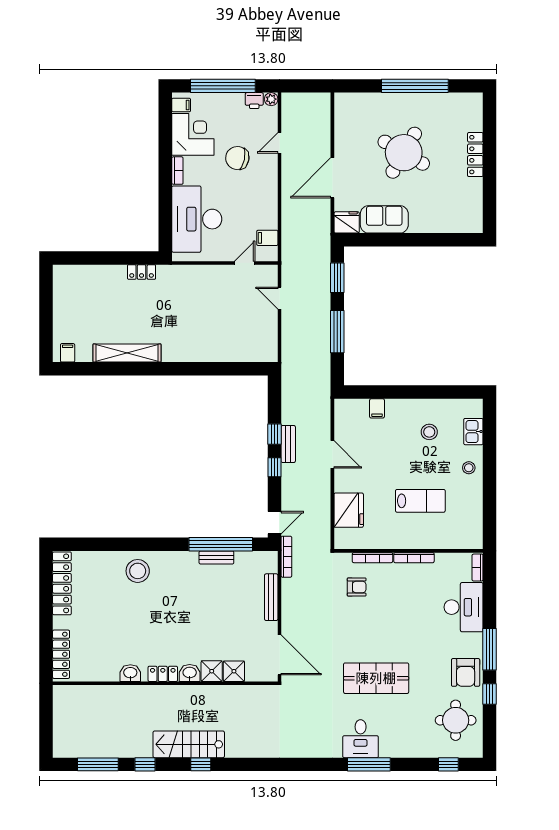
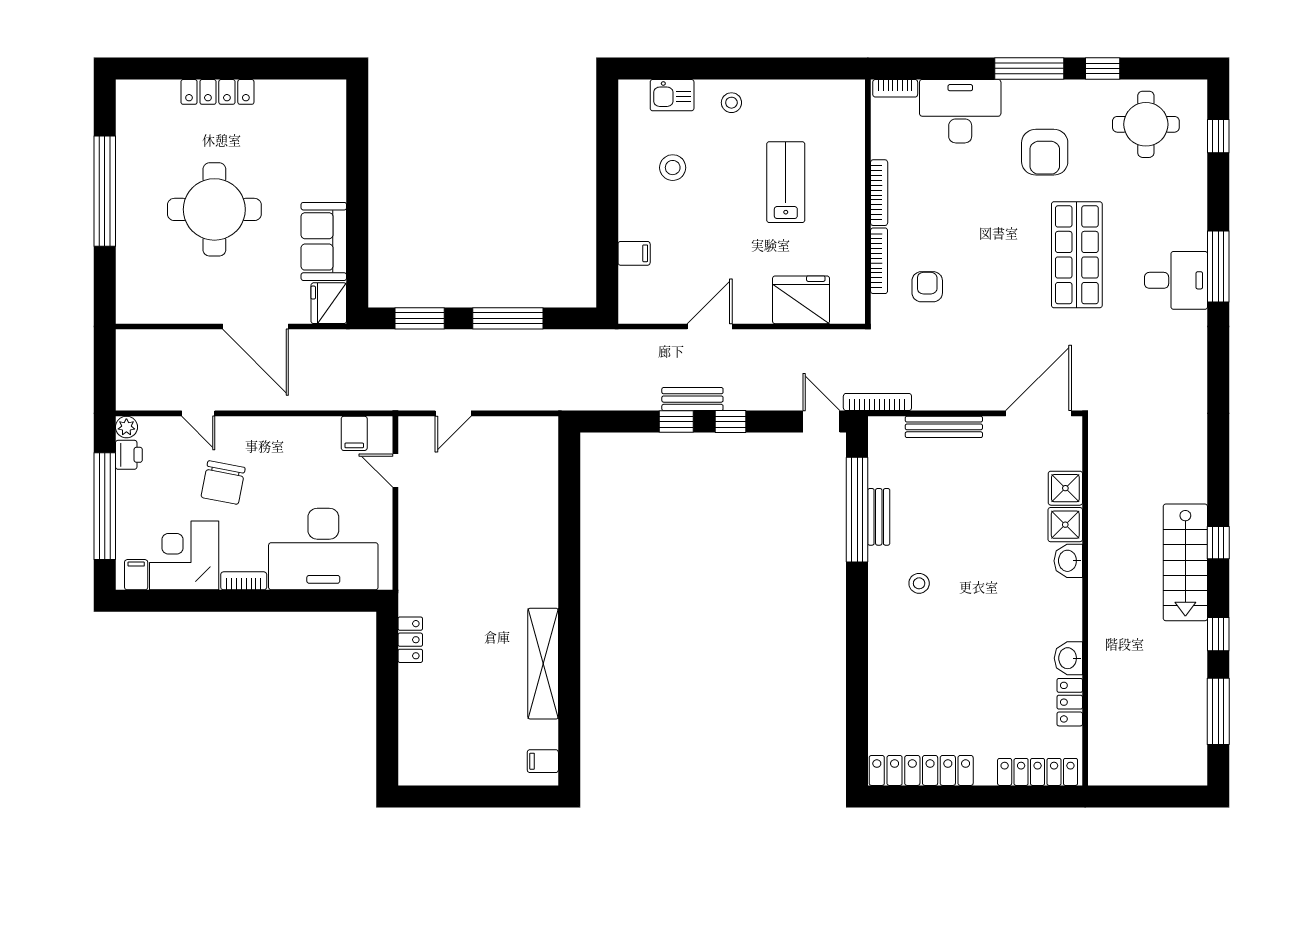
round table: (404, 153) -> (214, 209), turned -30
stool: (138, 571) -> (919, 583), moved, width x0.53, depth x0.53
armchair: (466, 672) -> (1045, 152), moved, turned 90
locker: (163, 674) -> (1070, 702), moved

